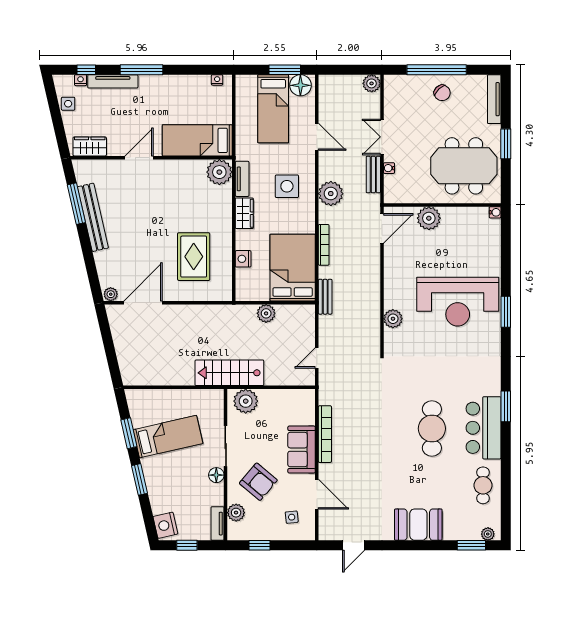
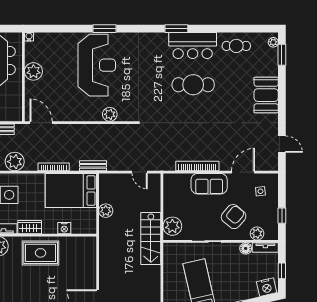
plant: (429, 218) -> (33, 71), moved
rug: (194, 257) -> (41, 253), moved
floor lamp: (216, 475) -> (246, 248), moved

